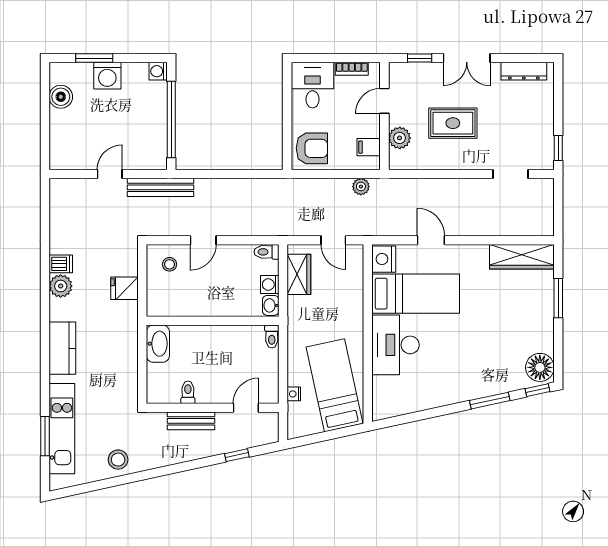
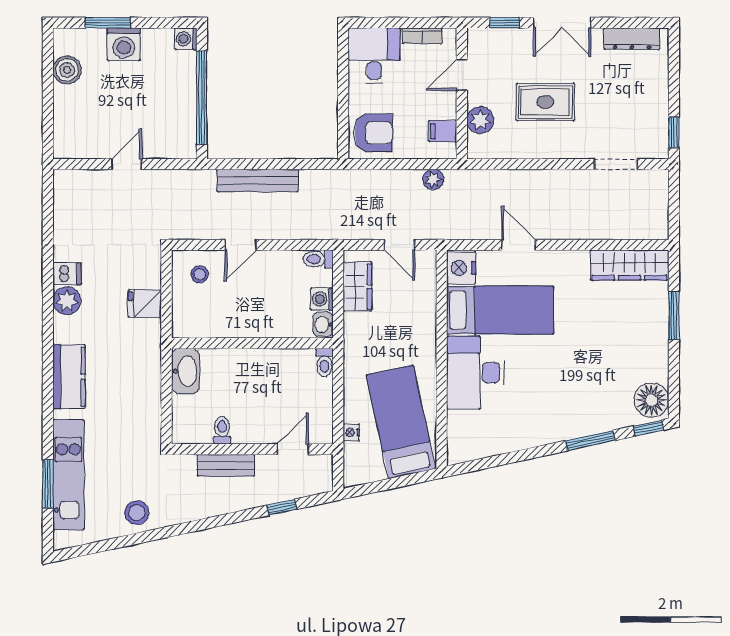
bench: (160, 187) -> (258, 180), moved

